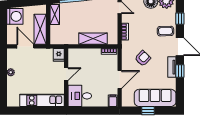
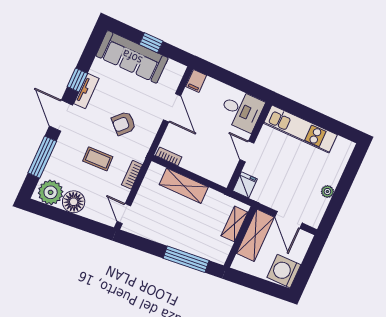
shelving: (55, 14) -> (234, 224), moved
window: (180, 19) -> (42, 157), width x2.17
coffee table: (165, 31) -> (98, 159), moved
door: (66, 74) -> (247, 151), hinge flipped
door: (120, 80) -> (172, 108), swing flipped

